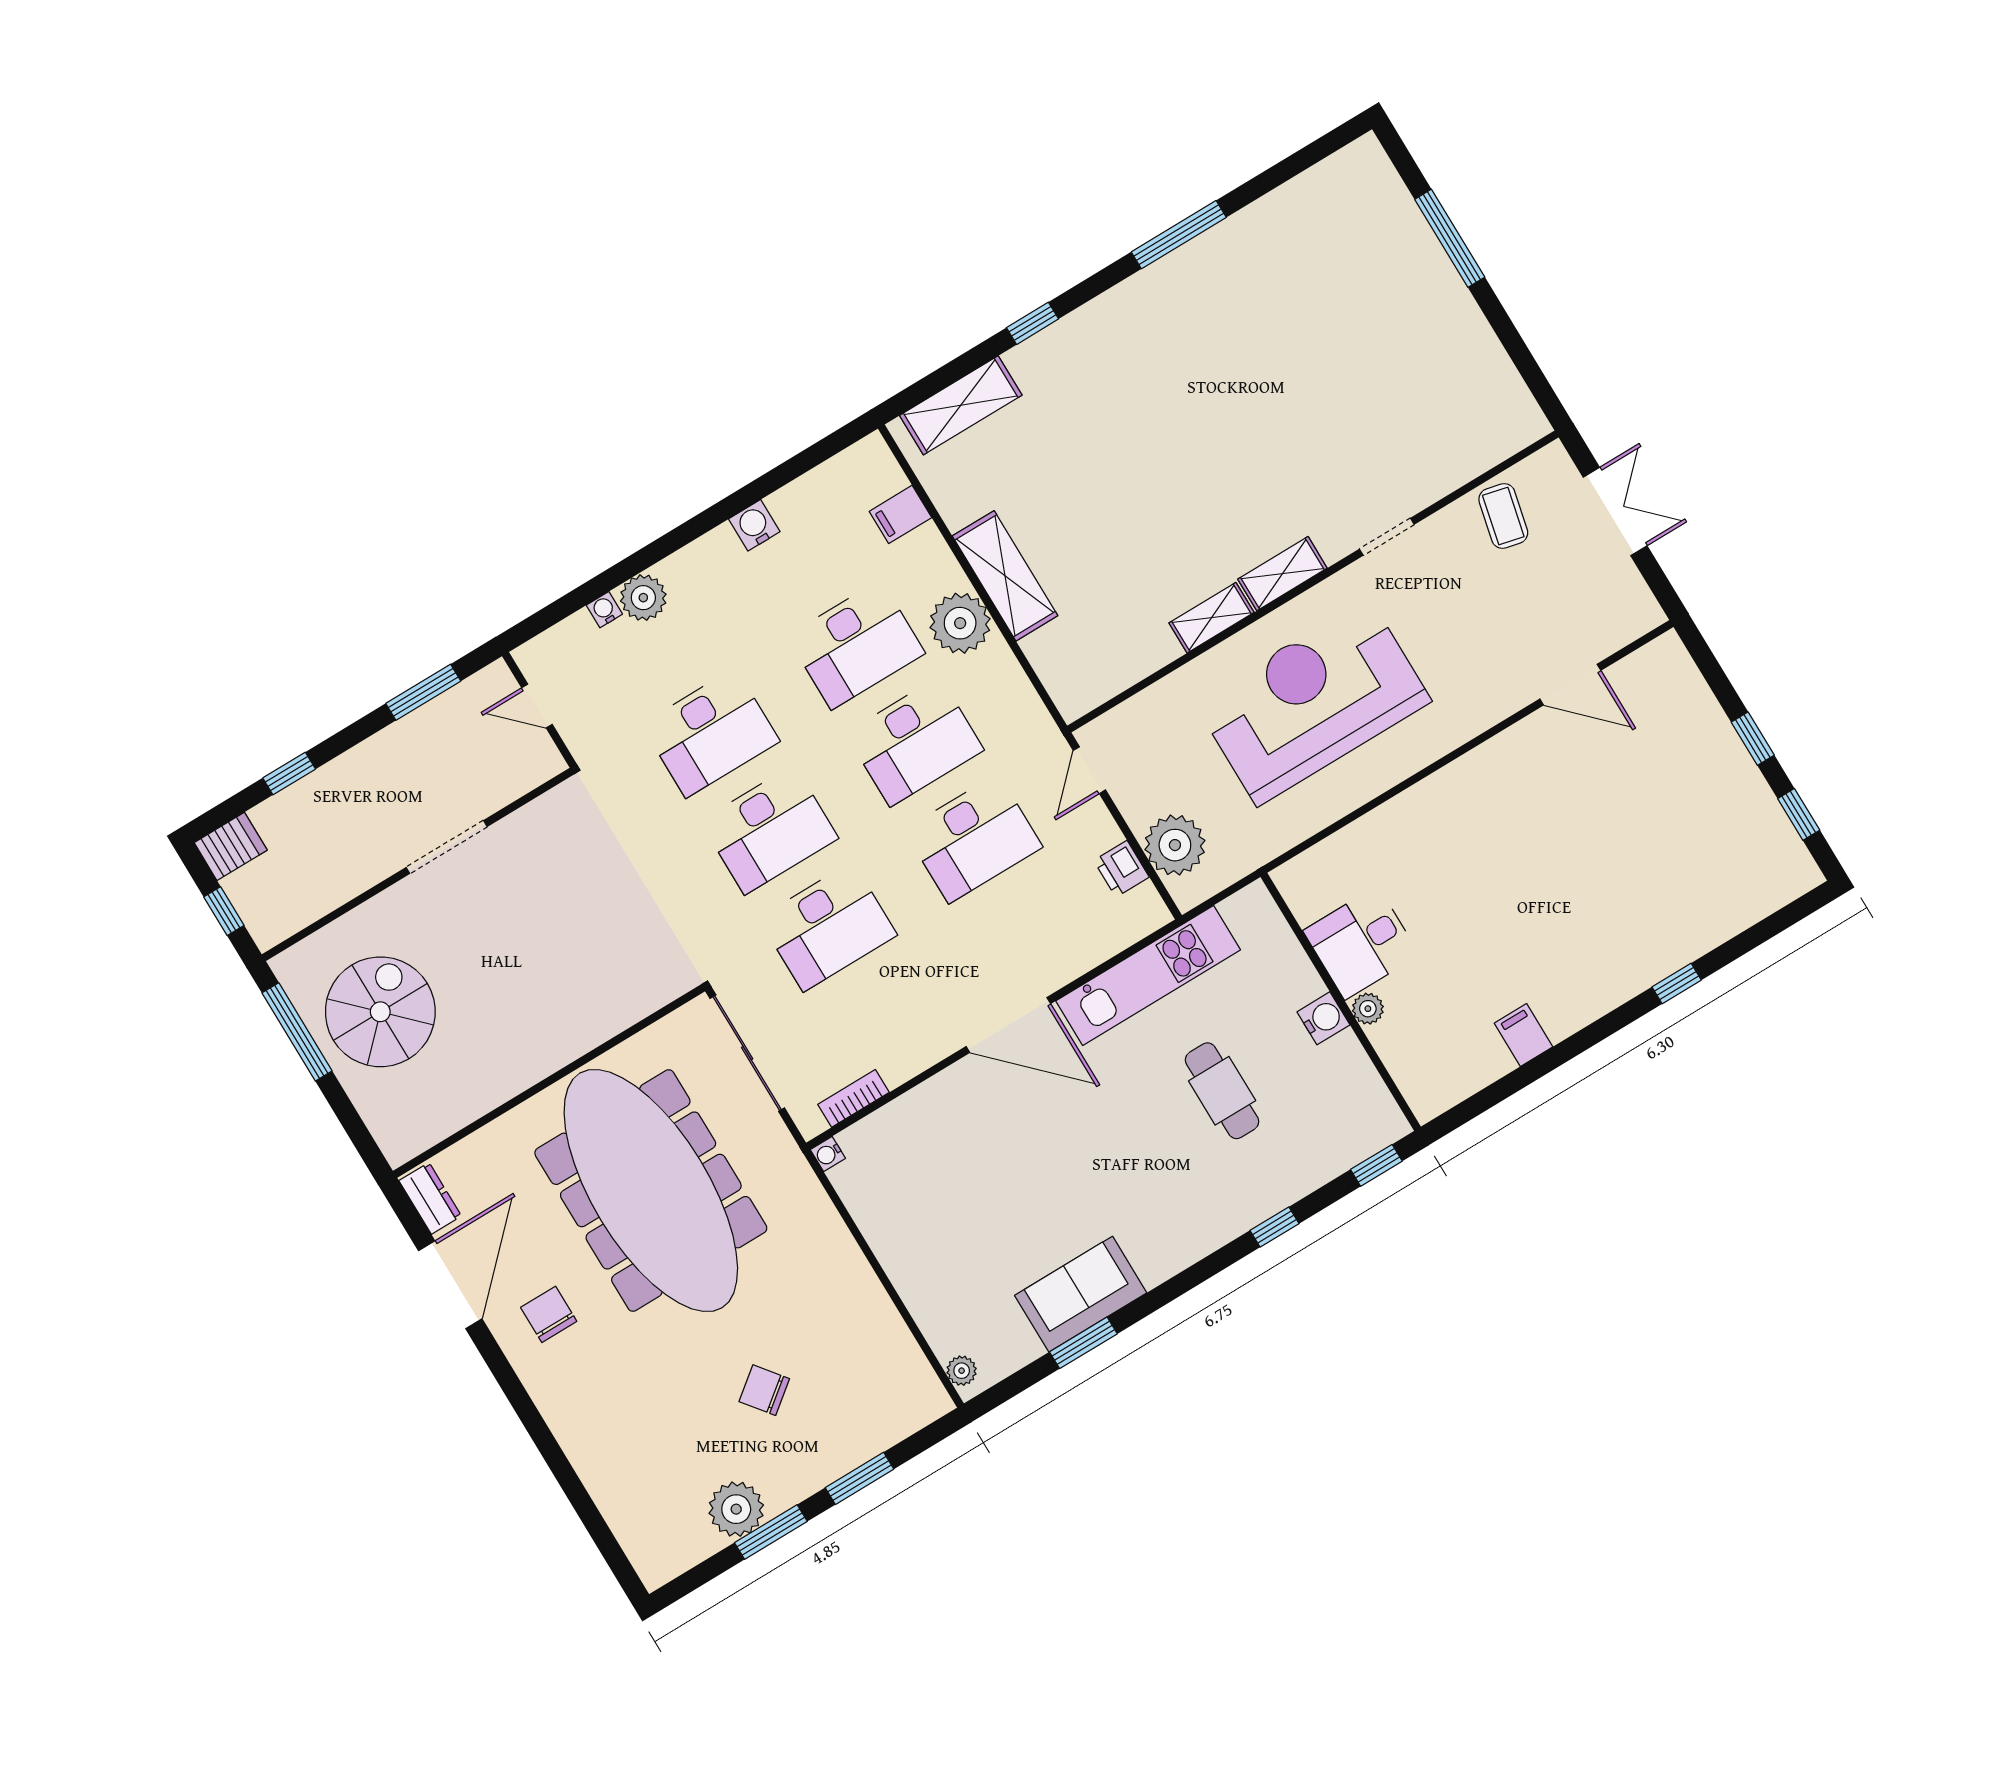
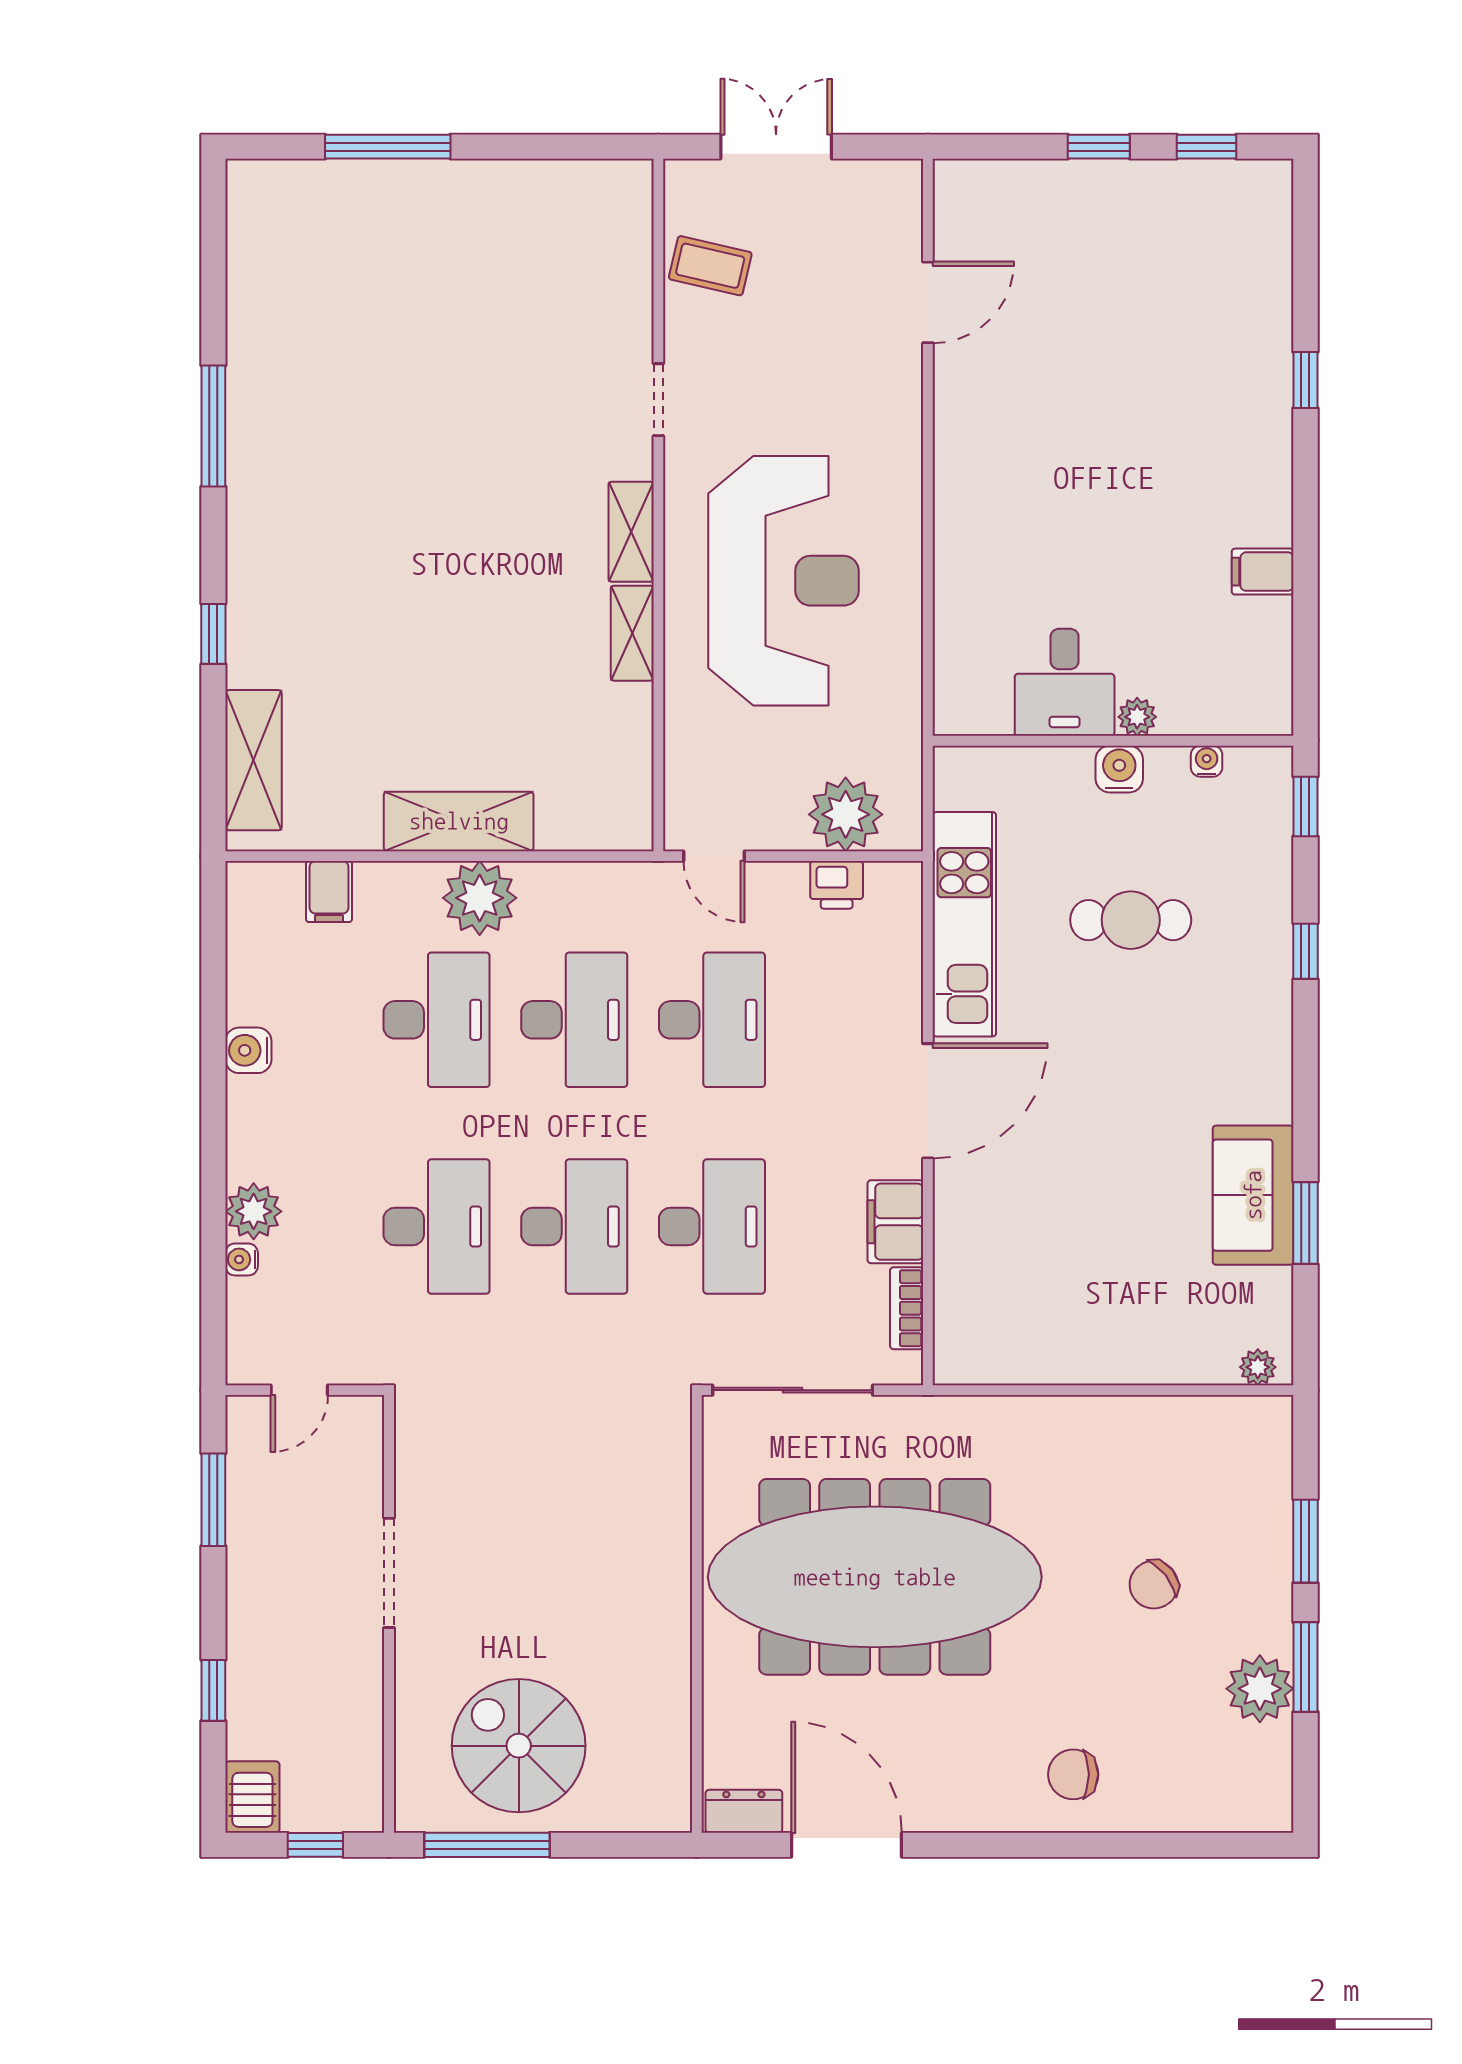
reception desk: (1313, 702) -> (783, 581), turned 180
filing cabinet: (909, 1054) -> (895, 1222), added
water cooler: (828, 1154) -> (1207, 761), moved, turned 180
chair: (549, 1314) -> (1073, 1774), moved

